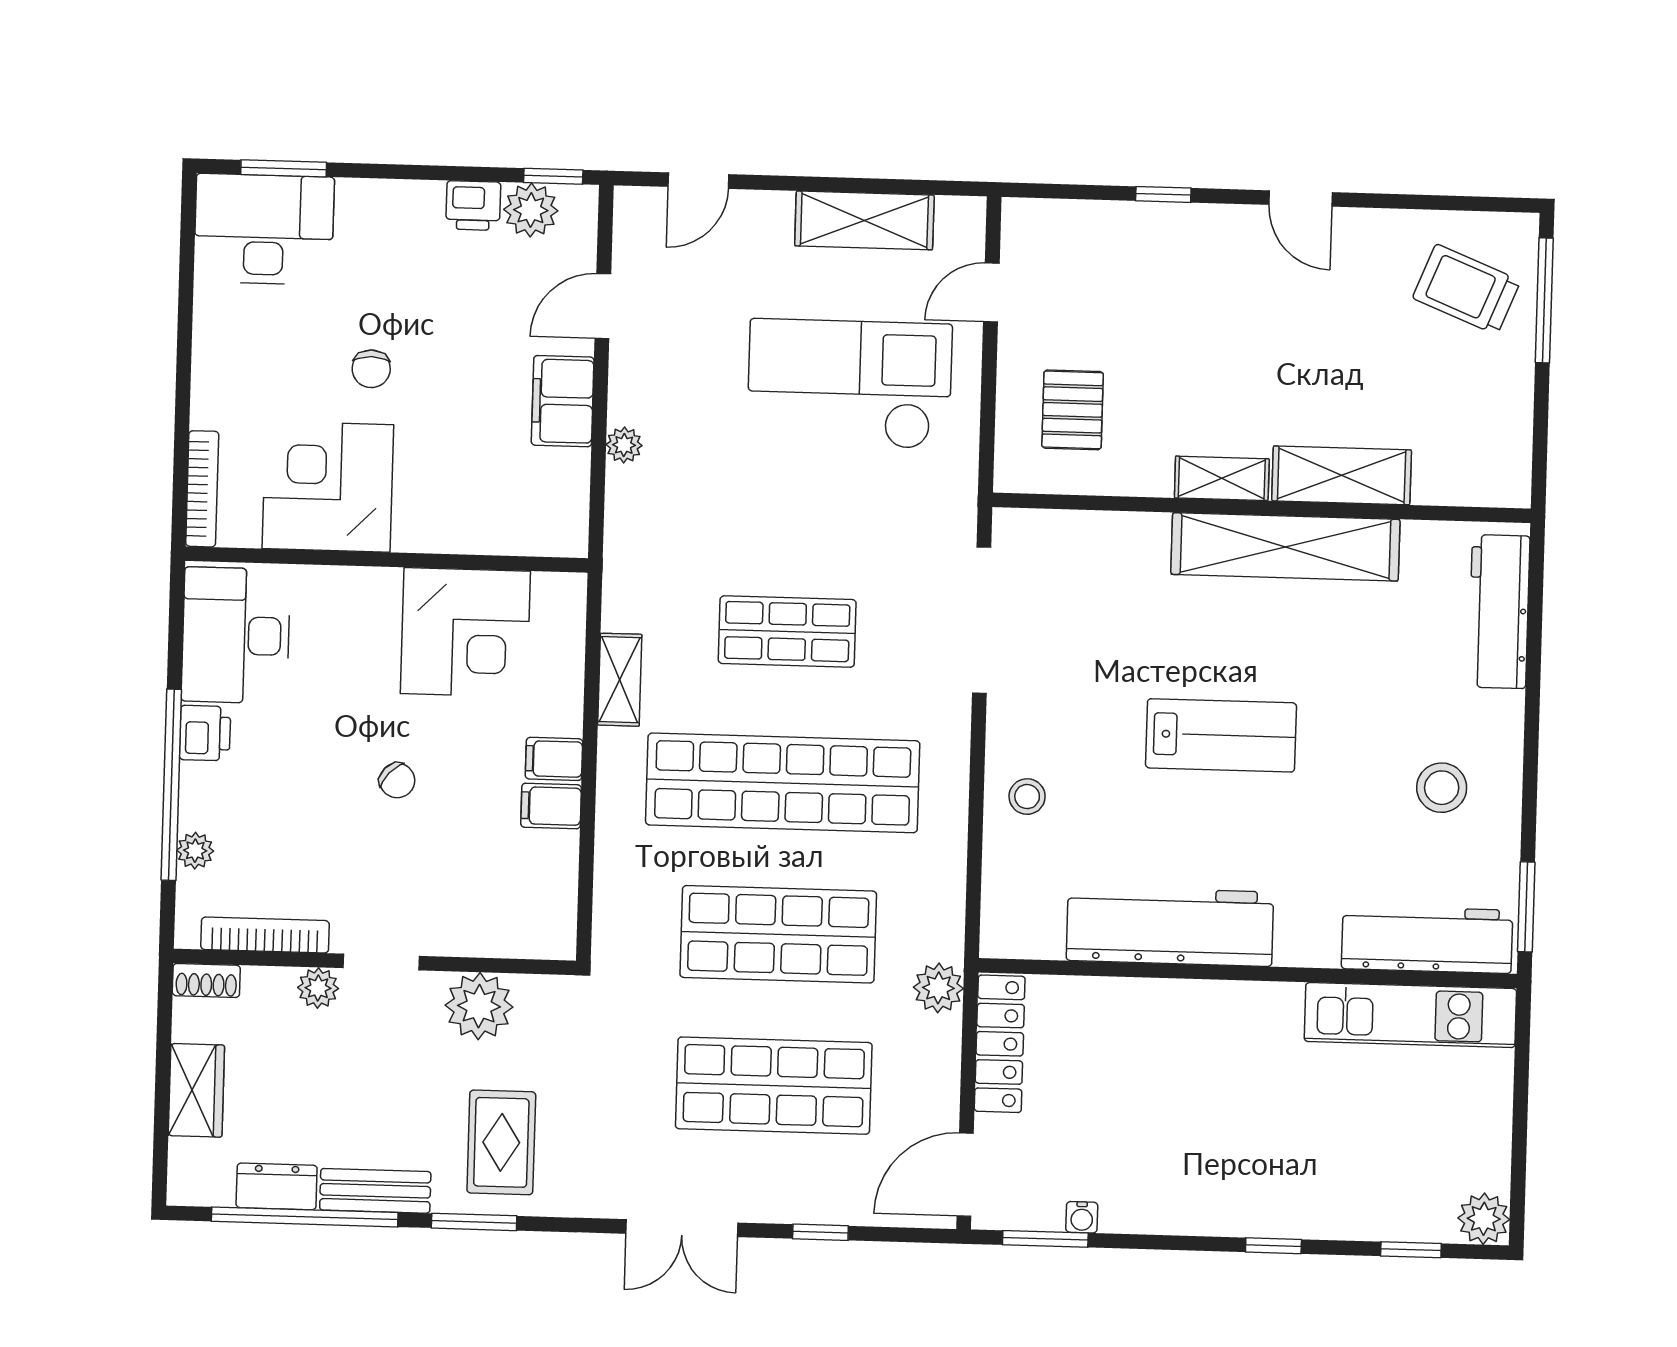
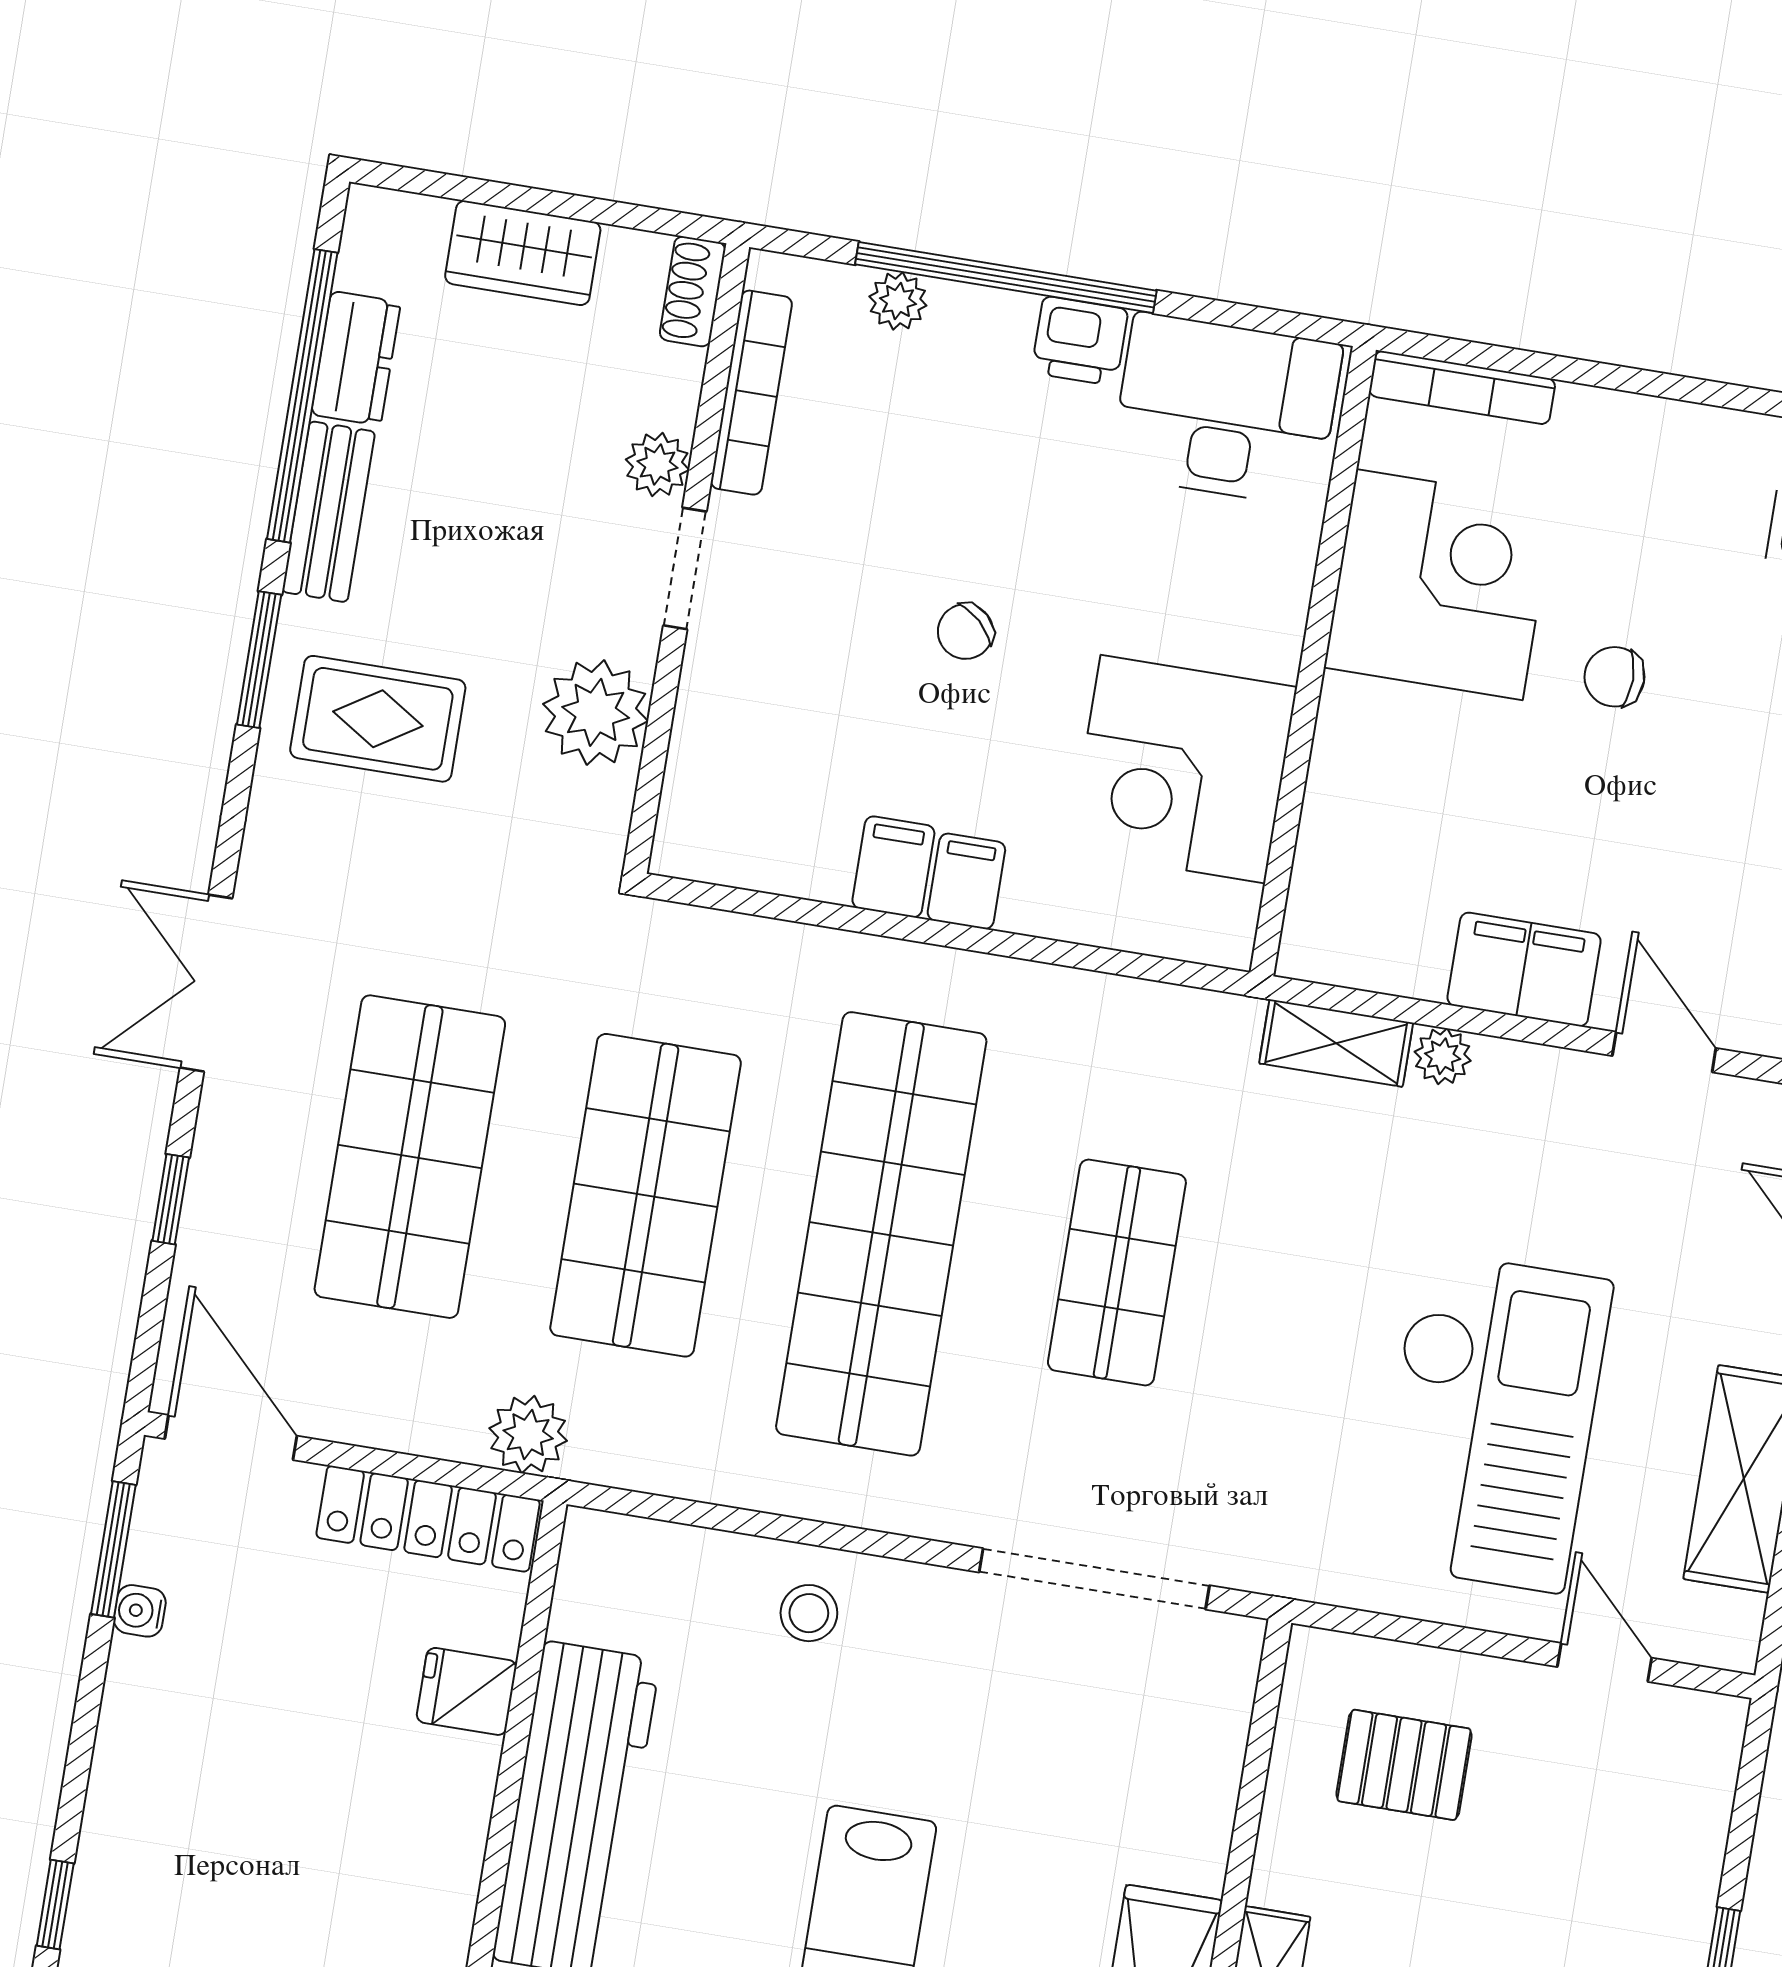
shelving: (620, 680) -> (1336, 1043), moved
fridge: (1105, 1005) -> (467, 1691), added

